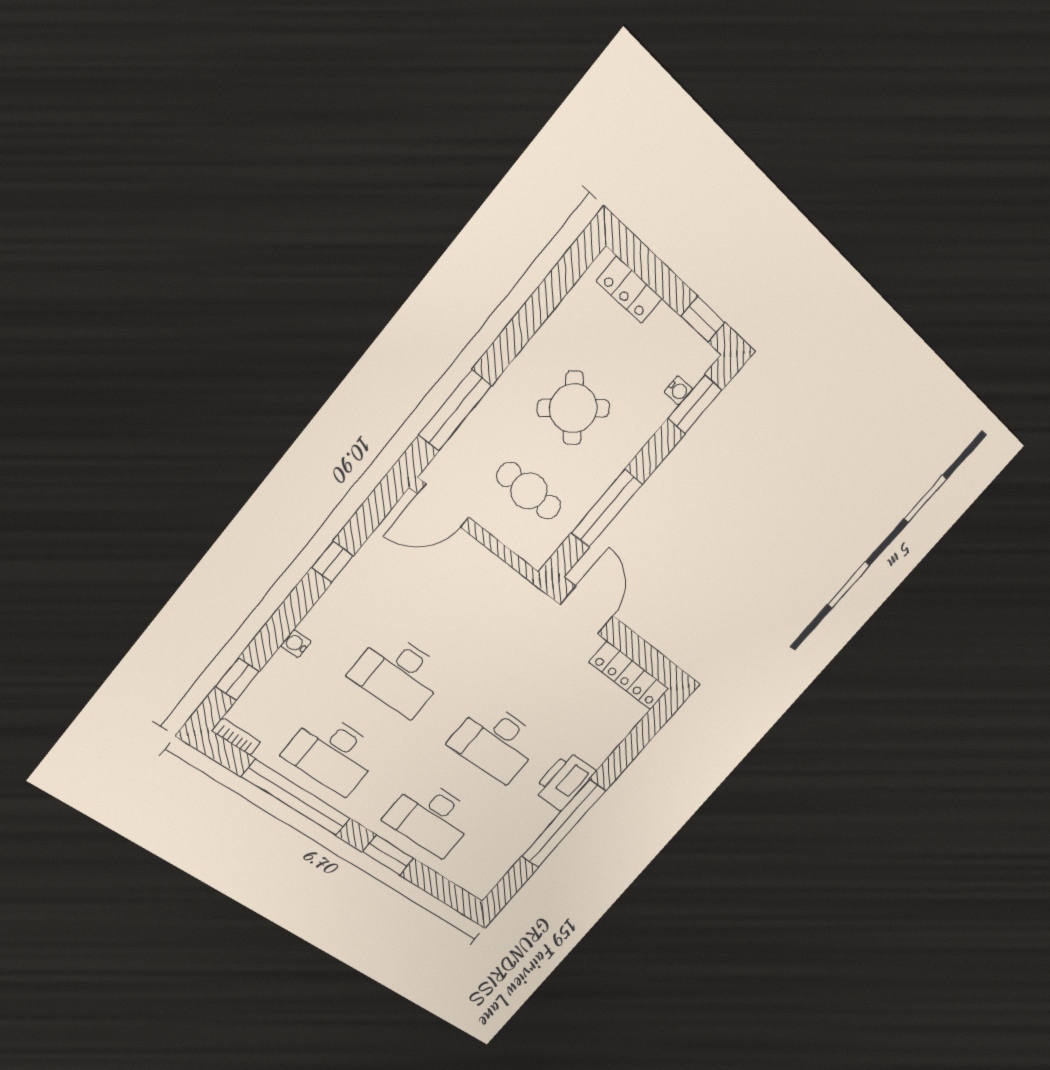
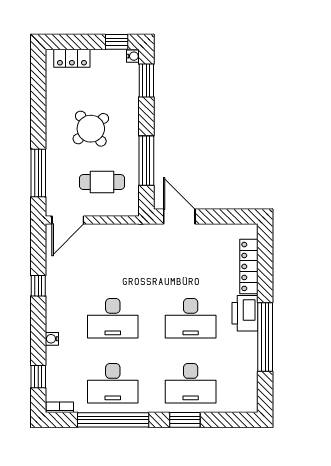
water cooler: (678, 390) -> (133, 56), moved
locker: (629, 676) -> (249, 266), moved, turned 90

